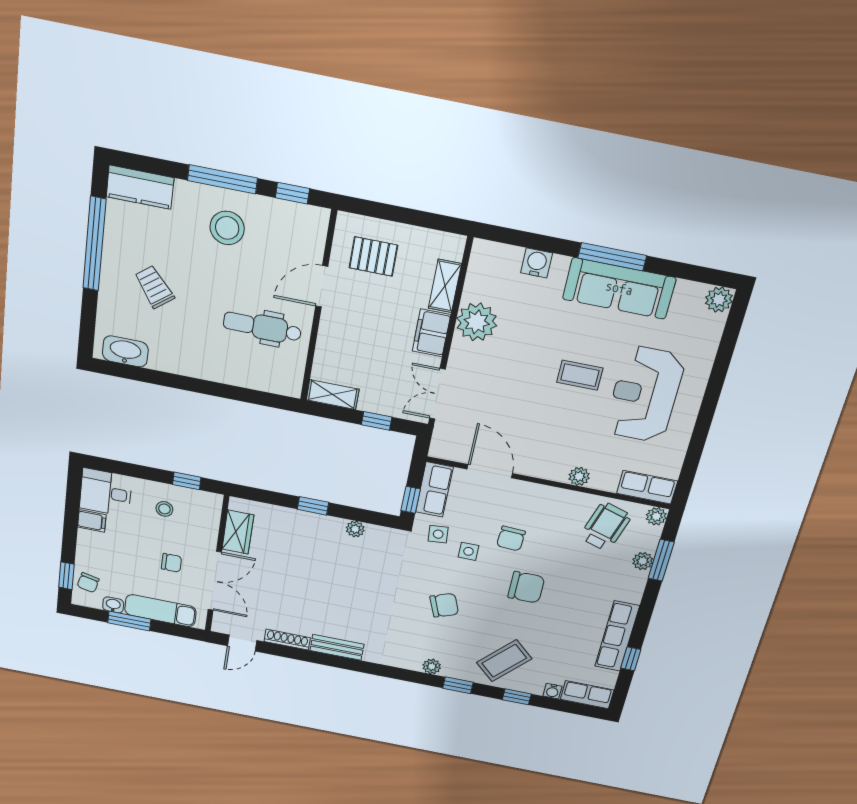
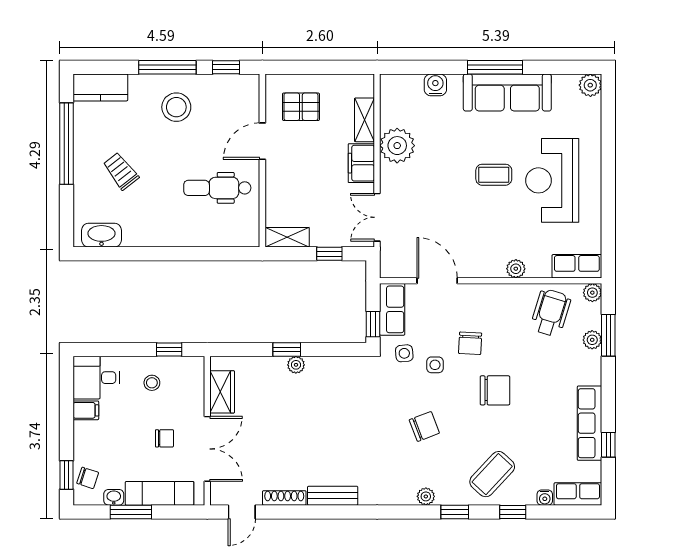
plant: (355, 529) -> (296, 365), moved
chair: (88, 583) -> (88, 478), turned -85

